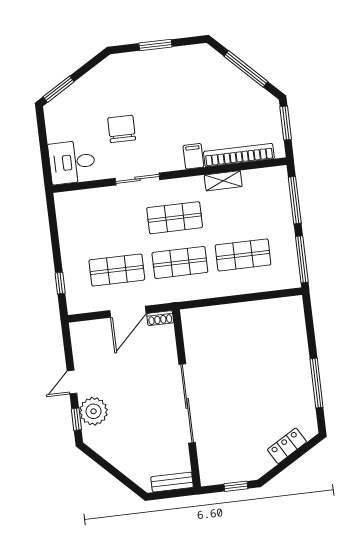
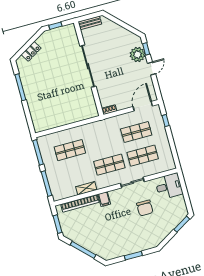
shop shelf: (180, 262) -> (143, 156), moved
door: (128, 312) -> (143, 106), moved

